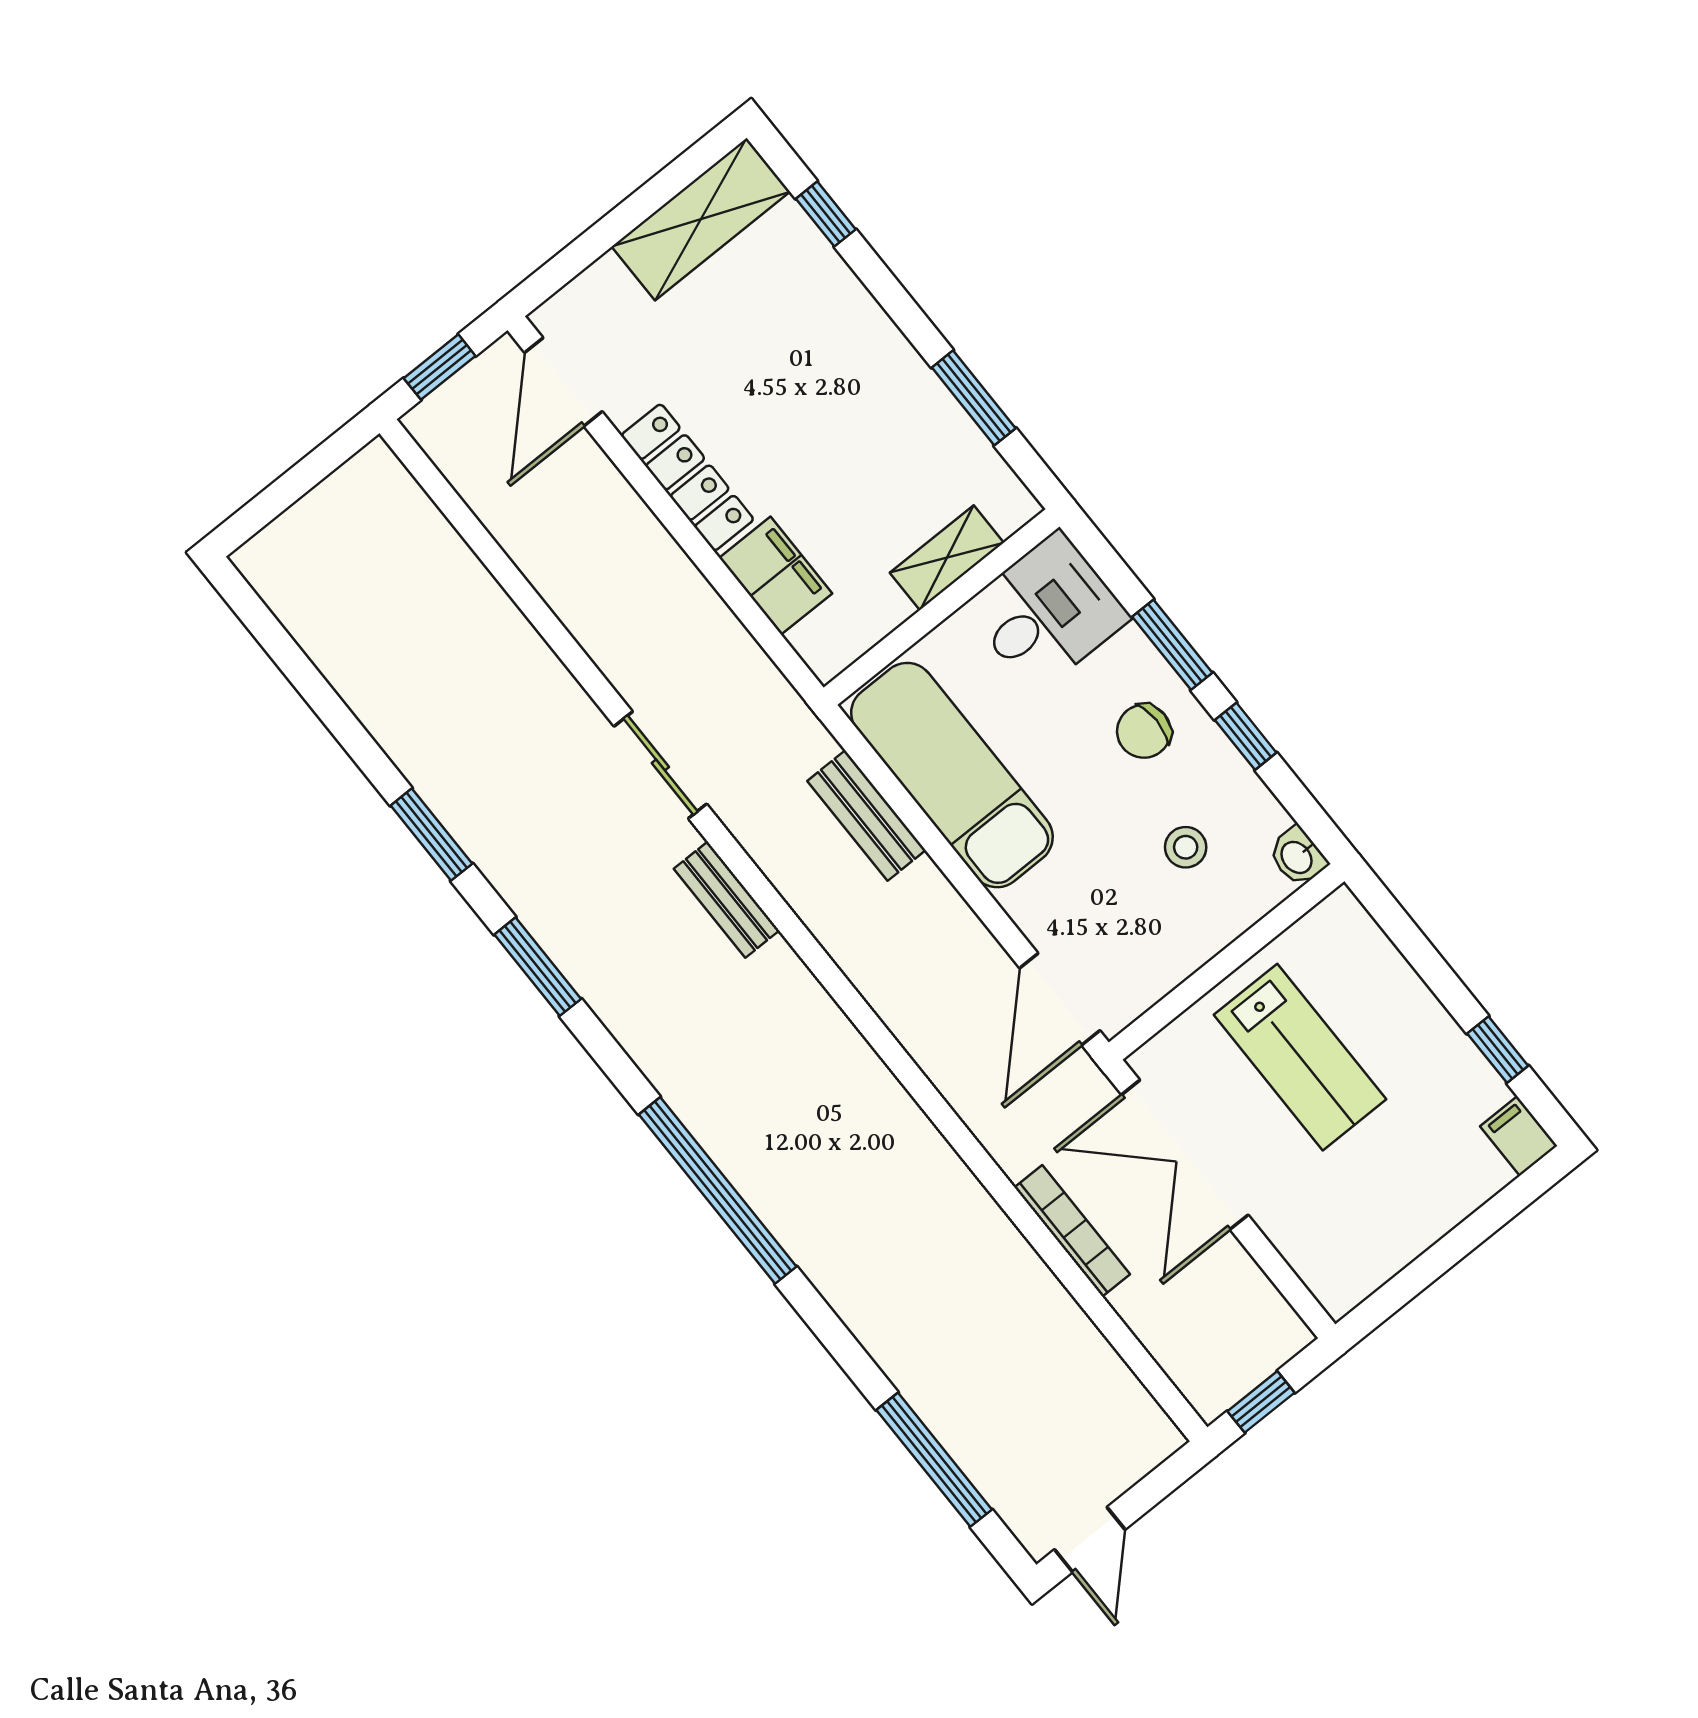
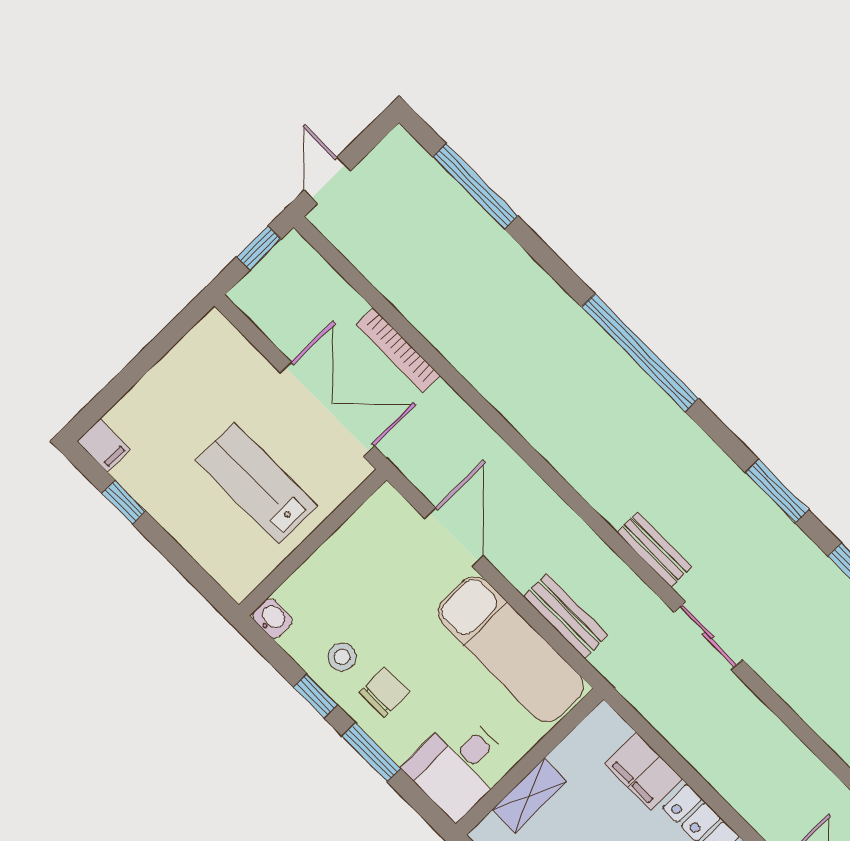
stool: (1186, 847) -> (342, 657), moved
door: (1060, 999) -> (454, 537), moved
door: (1090, 1540) -> (327, 180), moved

